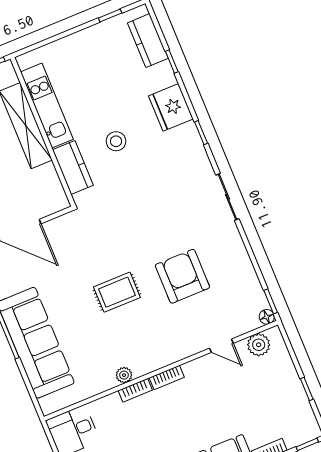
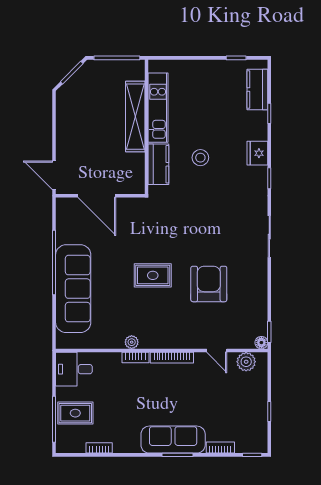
fridge: (171, 107) -> (257, 153), width x0.73, depth x0.75
bookcase: (167, 378) -> (172, 358), width x1.56

